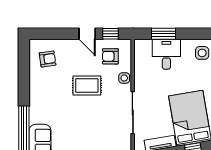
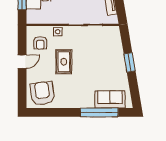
window: (111, 34) -> (22, 43), removed
armchair: (48, 59) -> (42, 93), width x1.88, depth x1.88

